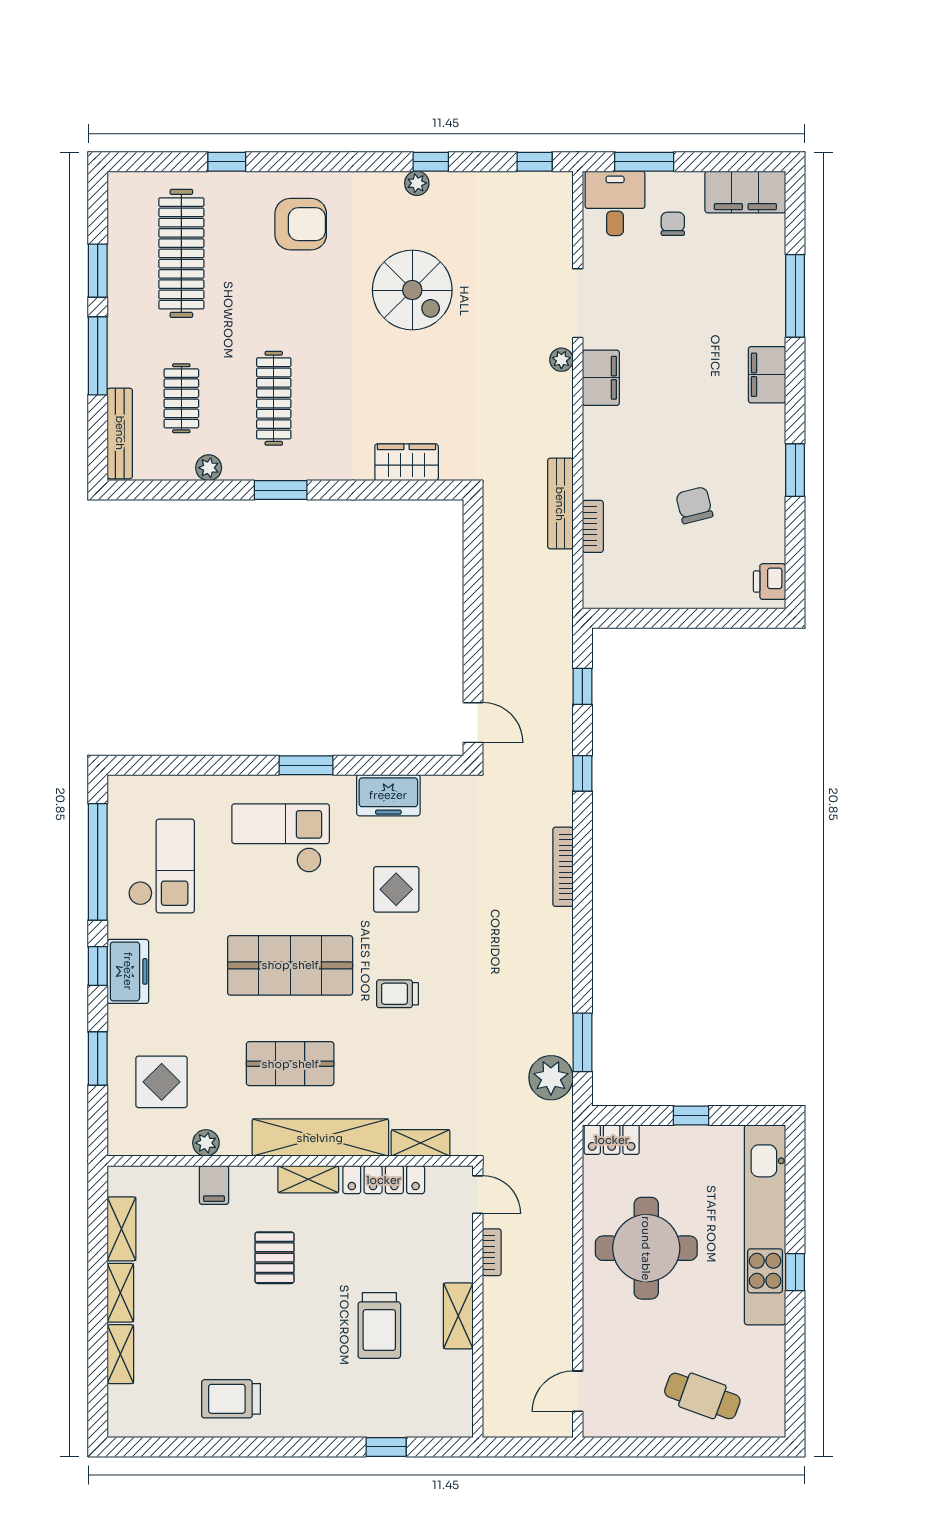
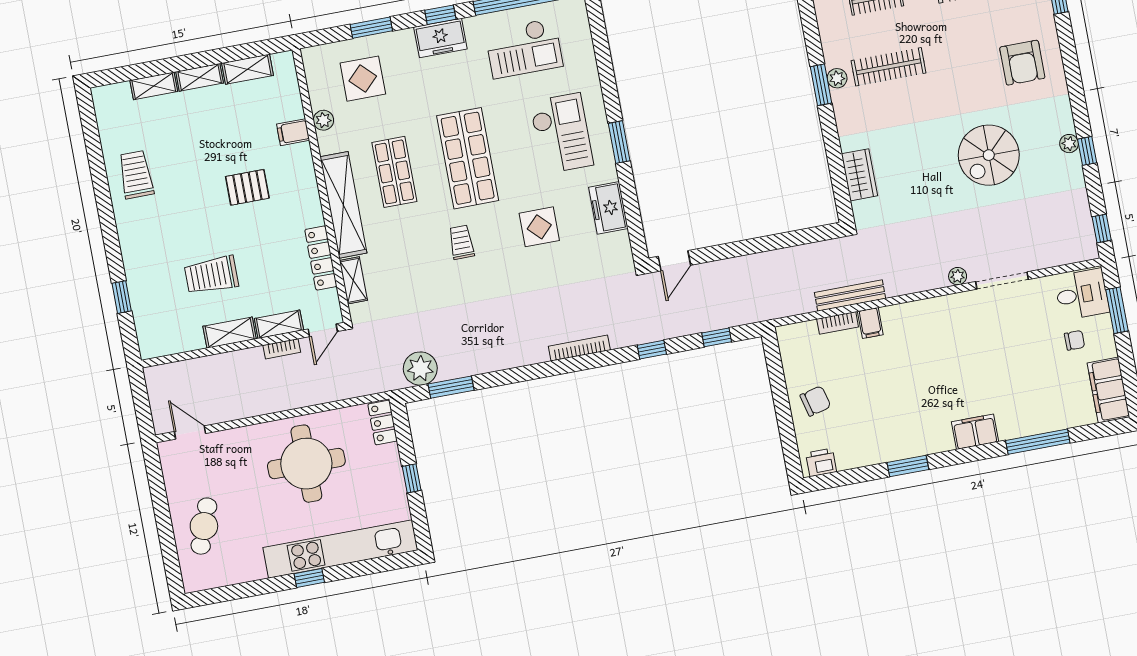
filing cabinet: (601, 378) -> (870, 323), moved, width x0.50
plant: (209, 468) -> (837, 78), moved
chair: (694, 505) -> (815, 401), moved
shelving: (308, 1179) -> (279, 324), moved, turned 90

